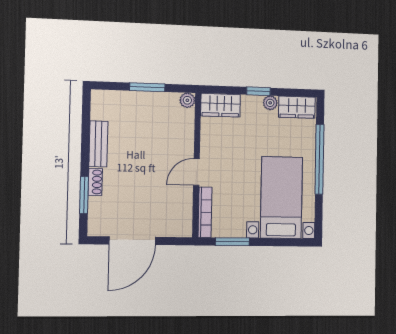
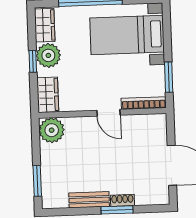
window: (147, 87) -> (37, 181), moved
plant: (187, 100) -> (52, 130), width x1.88, depth x1.88
plant: (270, 103) -> (48, 55), width x1.88, depth x1.88
window: (84, 195) -> (117, 210), moved

